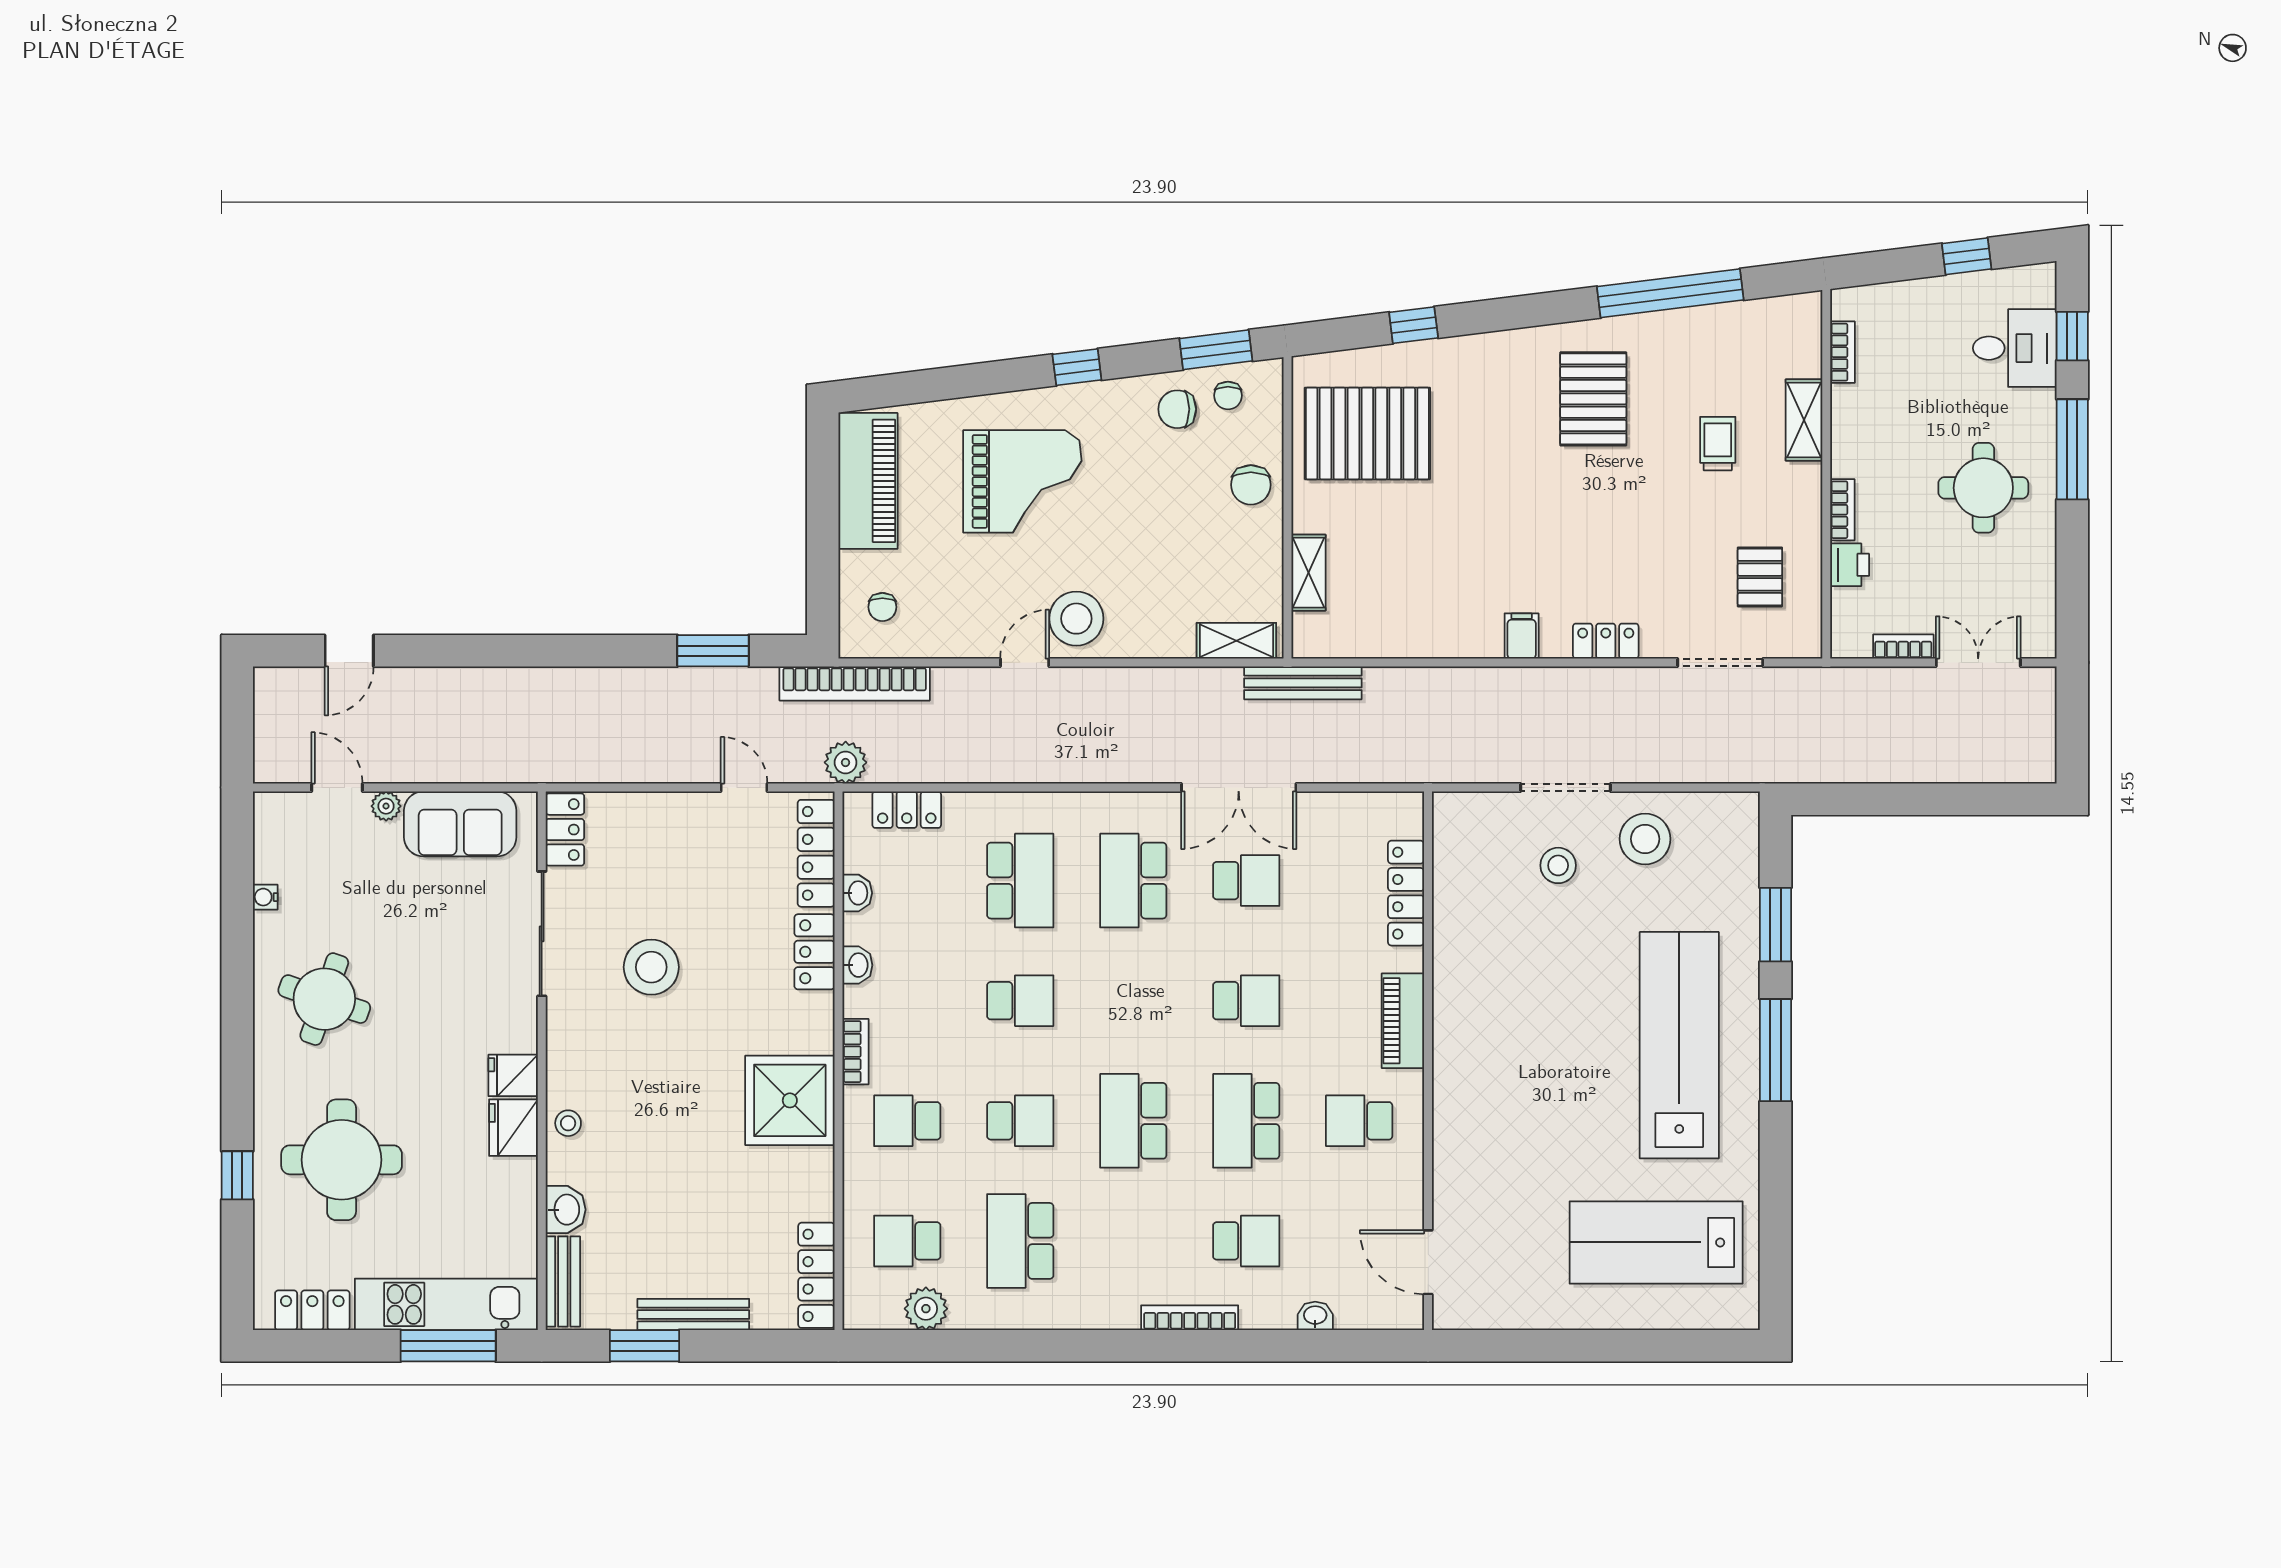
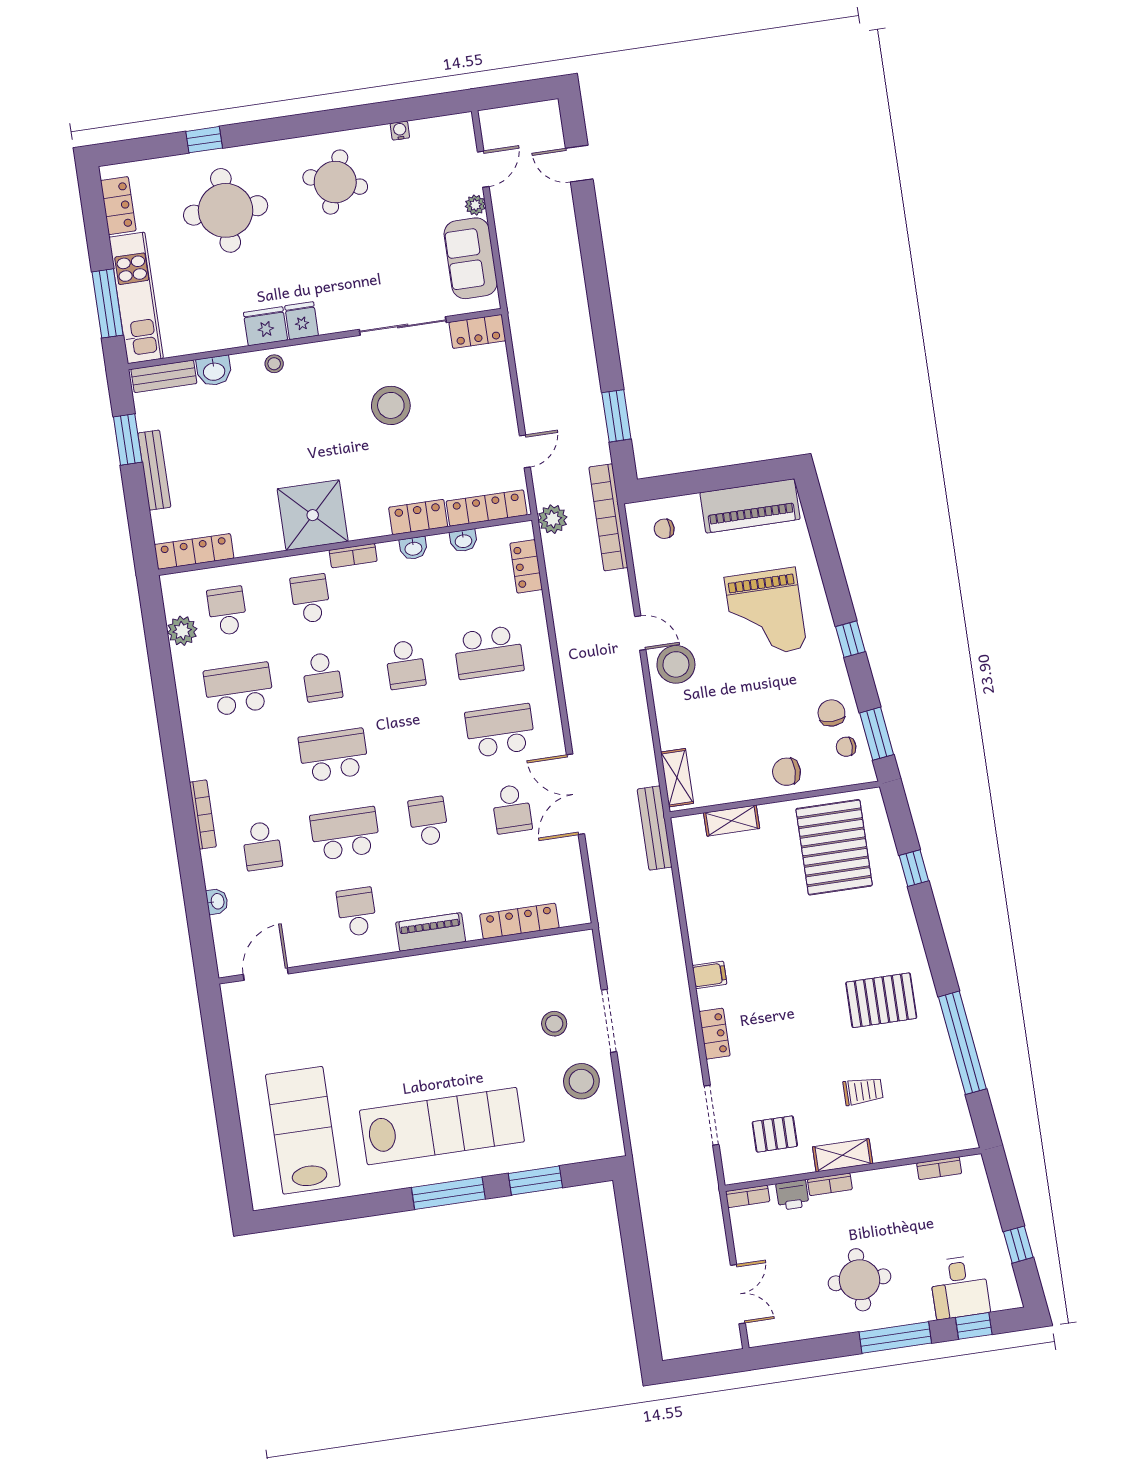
shelving: (1804, 420) -> (843, 1155), moved
bookcase: (1903, 646) -> (748, 1196), moved, turned 90
school desk: (1246, 1001) -> (428, 821), turned 180

